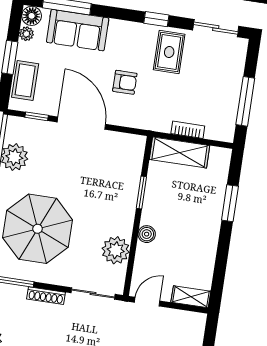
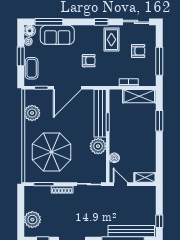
armchair: (212, 78) -> (138, 51), added
door: (81, 123) -> (67, 88), swing flipped
shelving: (180, 153) -> (139, 96), moved
bench: (131, 175) -> (100, 113), added
boiler: (147, 234) -> (114, 158), moved
plant: (116, 250) -> (98, 146), moved
door: (147, 302) -> (120, 184), hinge flipped

